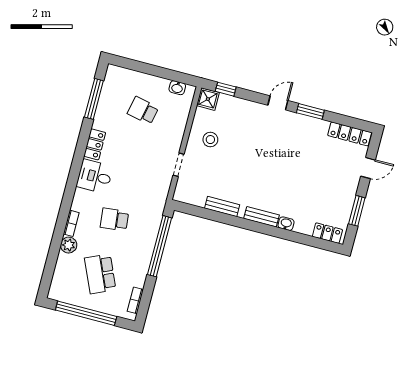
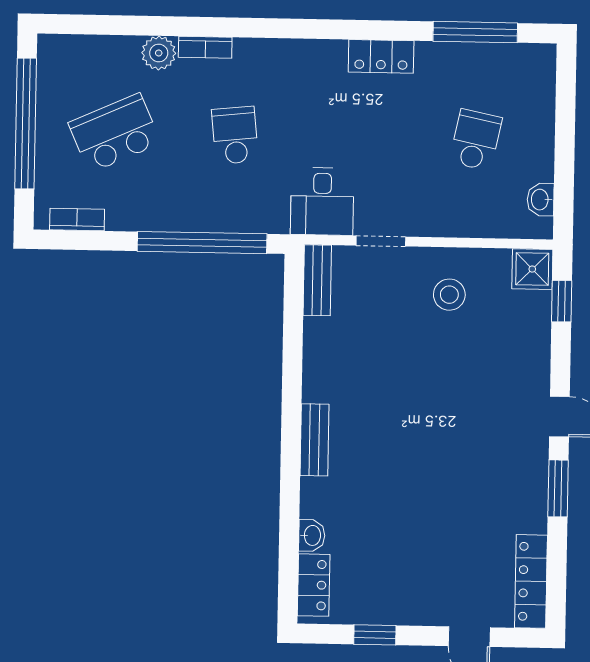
desk: (95, 176) -> (322, 201), moved, turned 180
bench: (222, 207) -> (317, 280), moved
window: (357, 211) -> (375, 635), width x0.67
washbasin: (286, 224) -> (312, 535), moved

